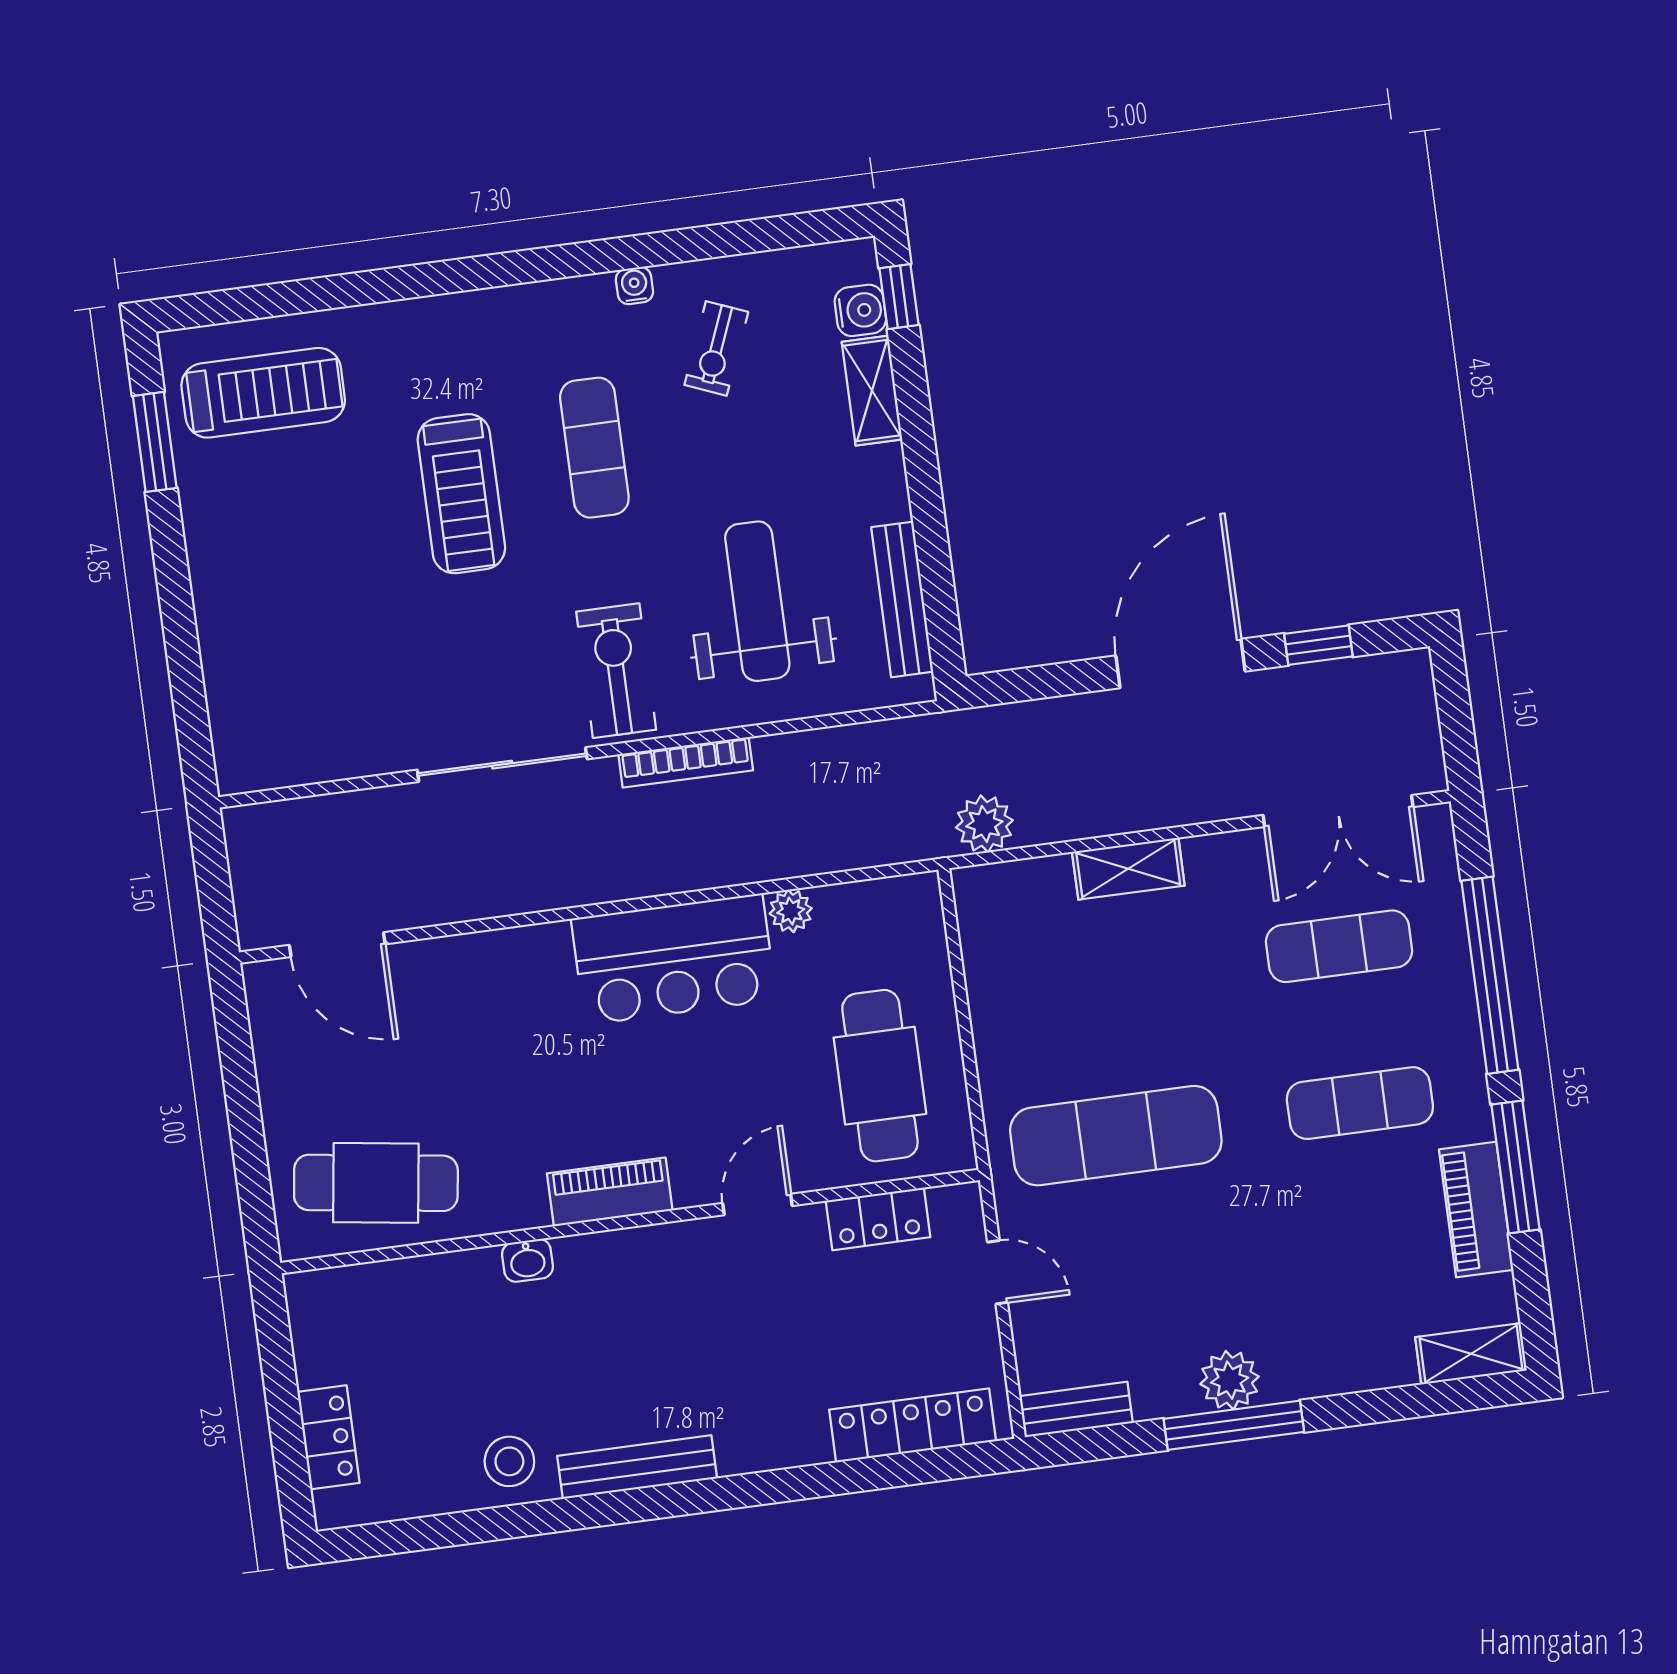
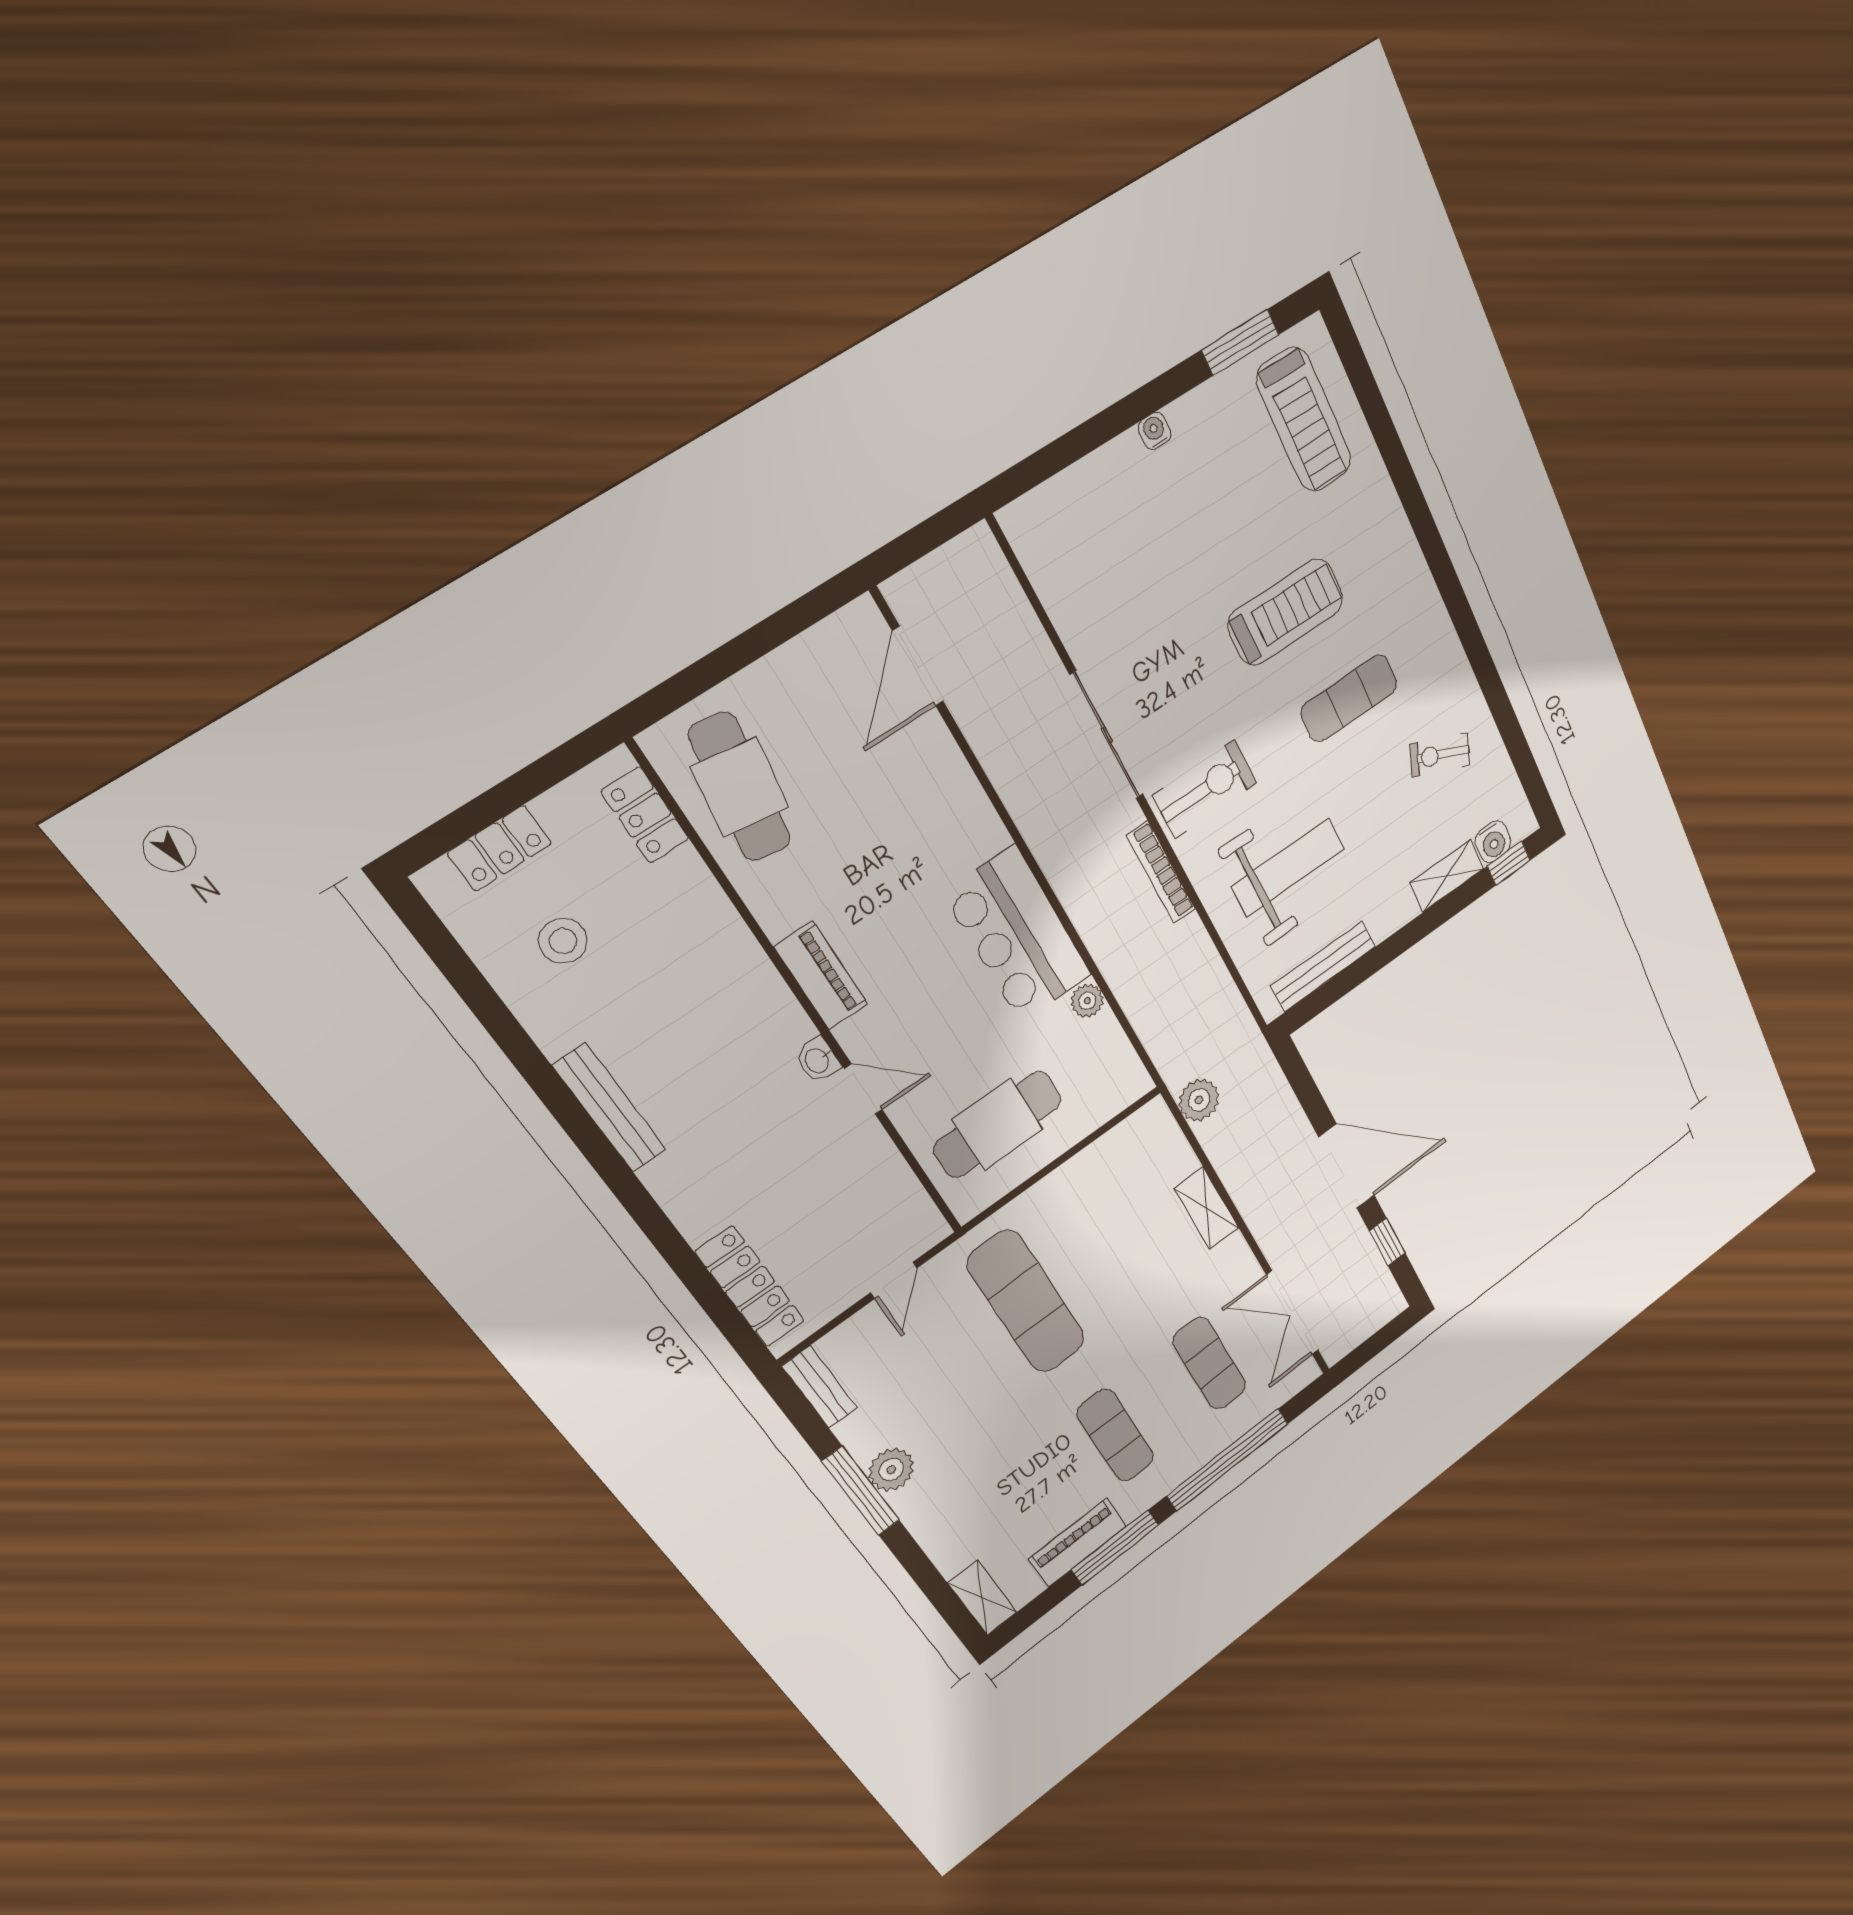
water cooler: (634, 286) -> (1155, 431), moved, turned -90
treadmill: (461, 494) -> (1286, 612), turned 180
locker: (878, 1219) -> (645, 815), moved
washbasin: (527, 1260) -> (818, 1060), moved
stool: (509, 1461) -> (563, 941), moved

